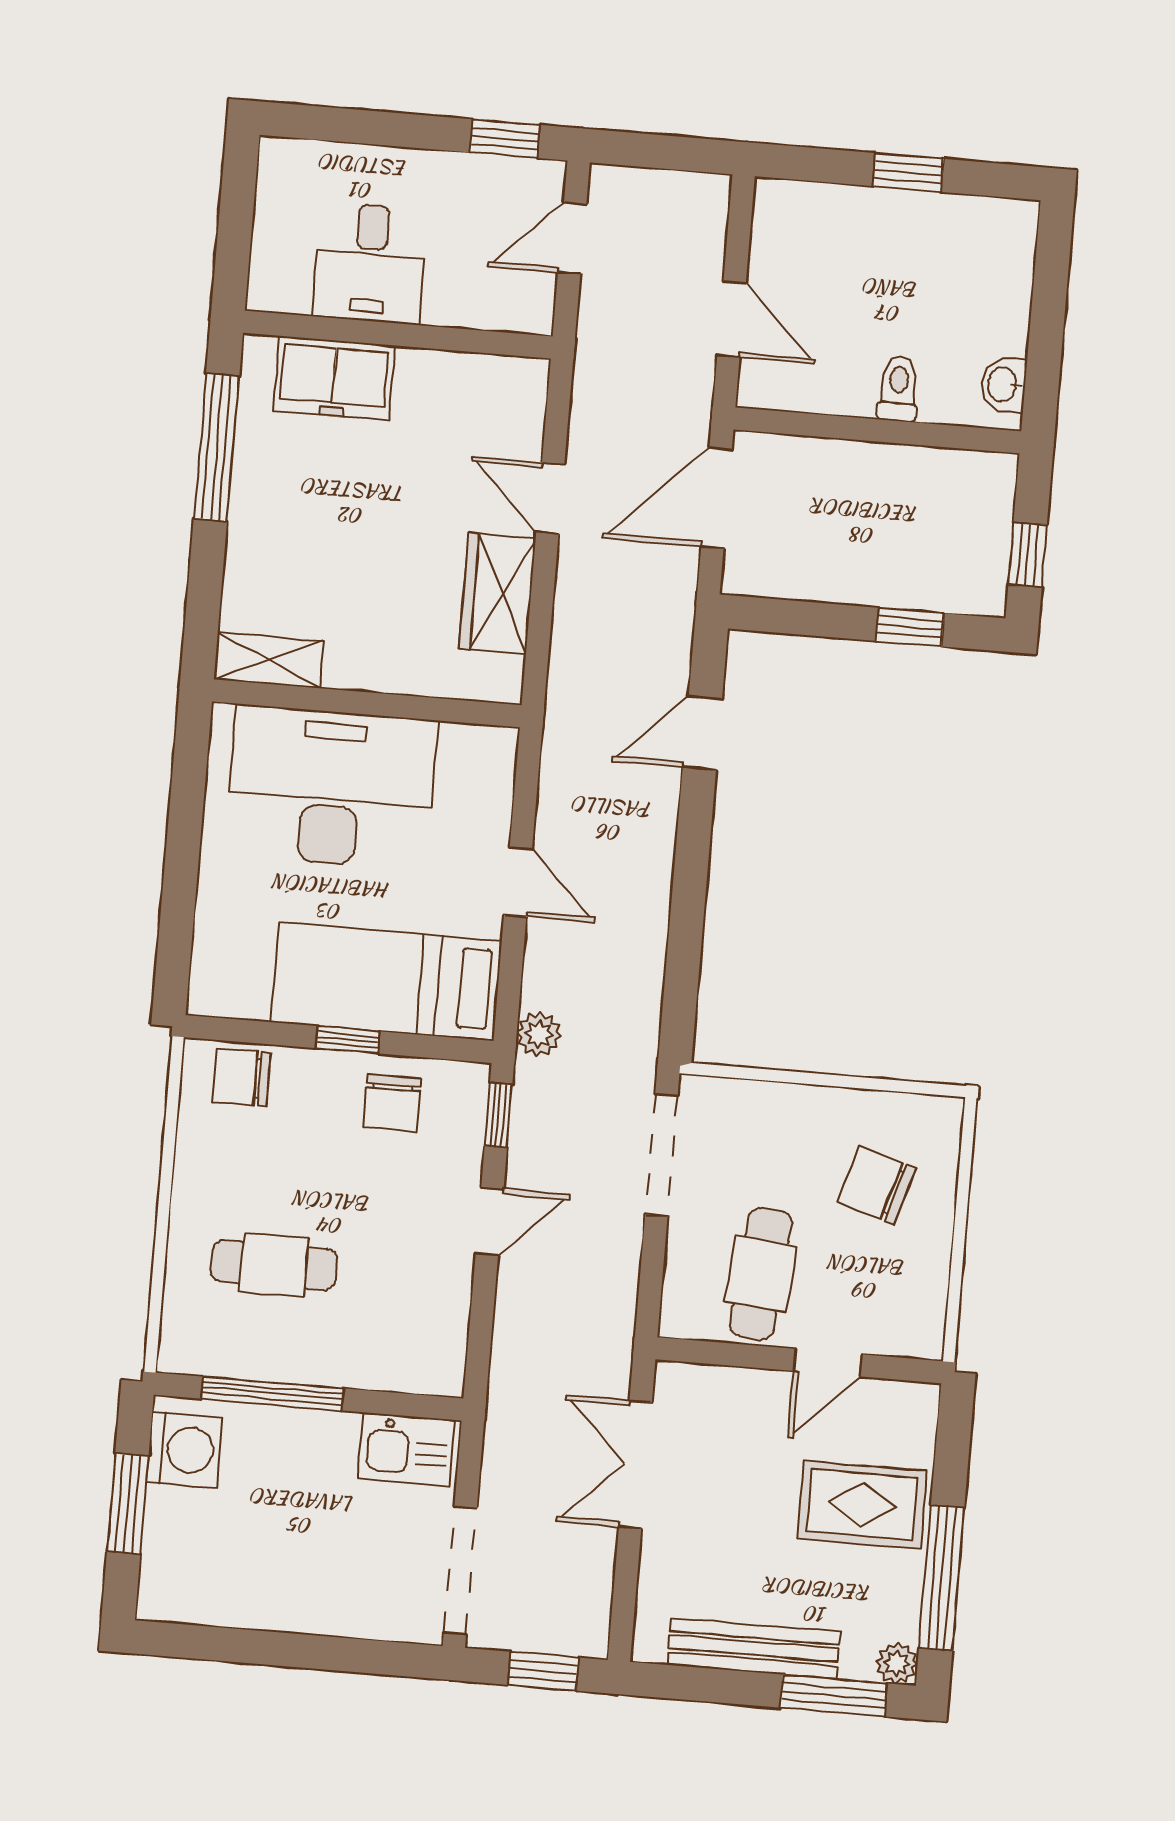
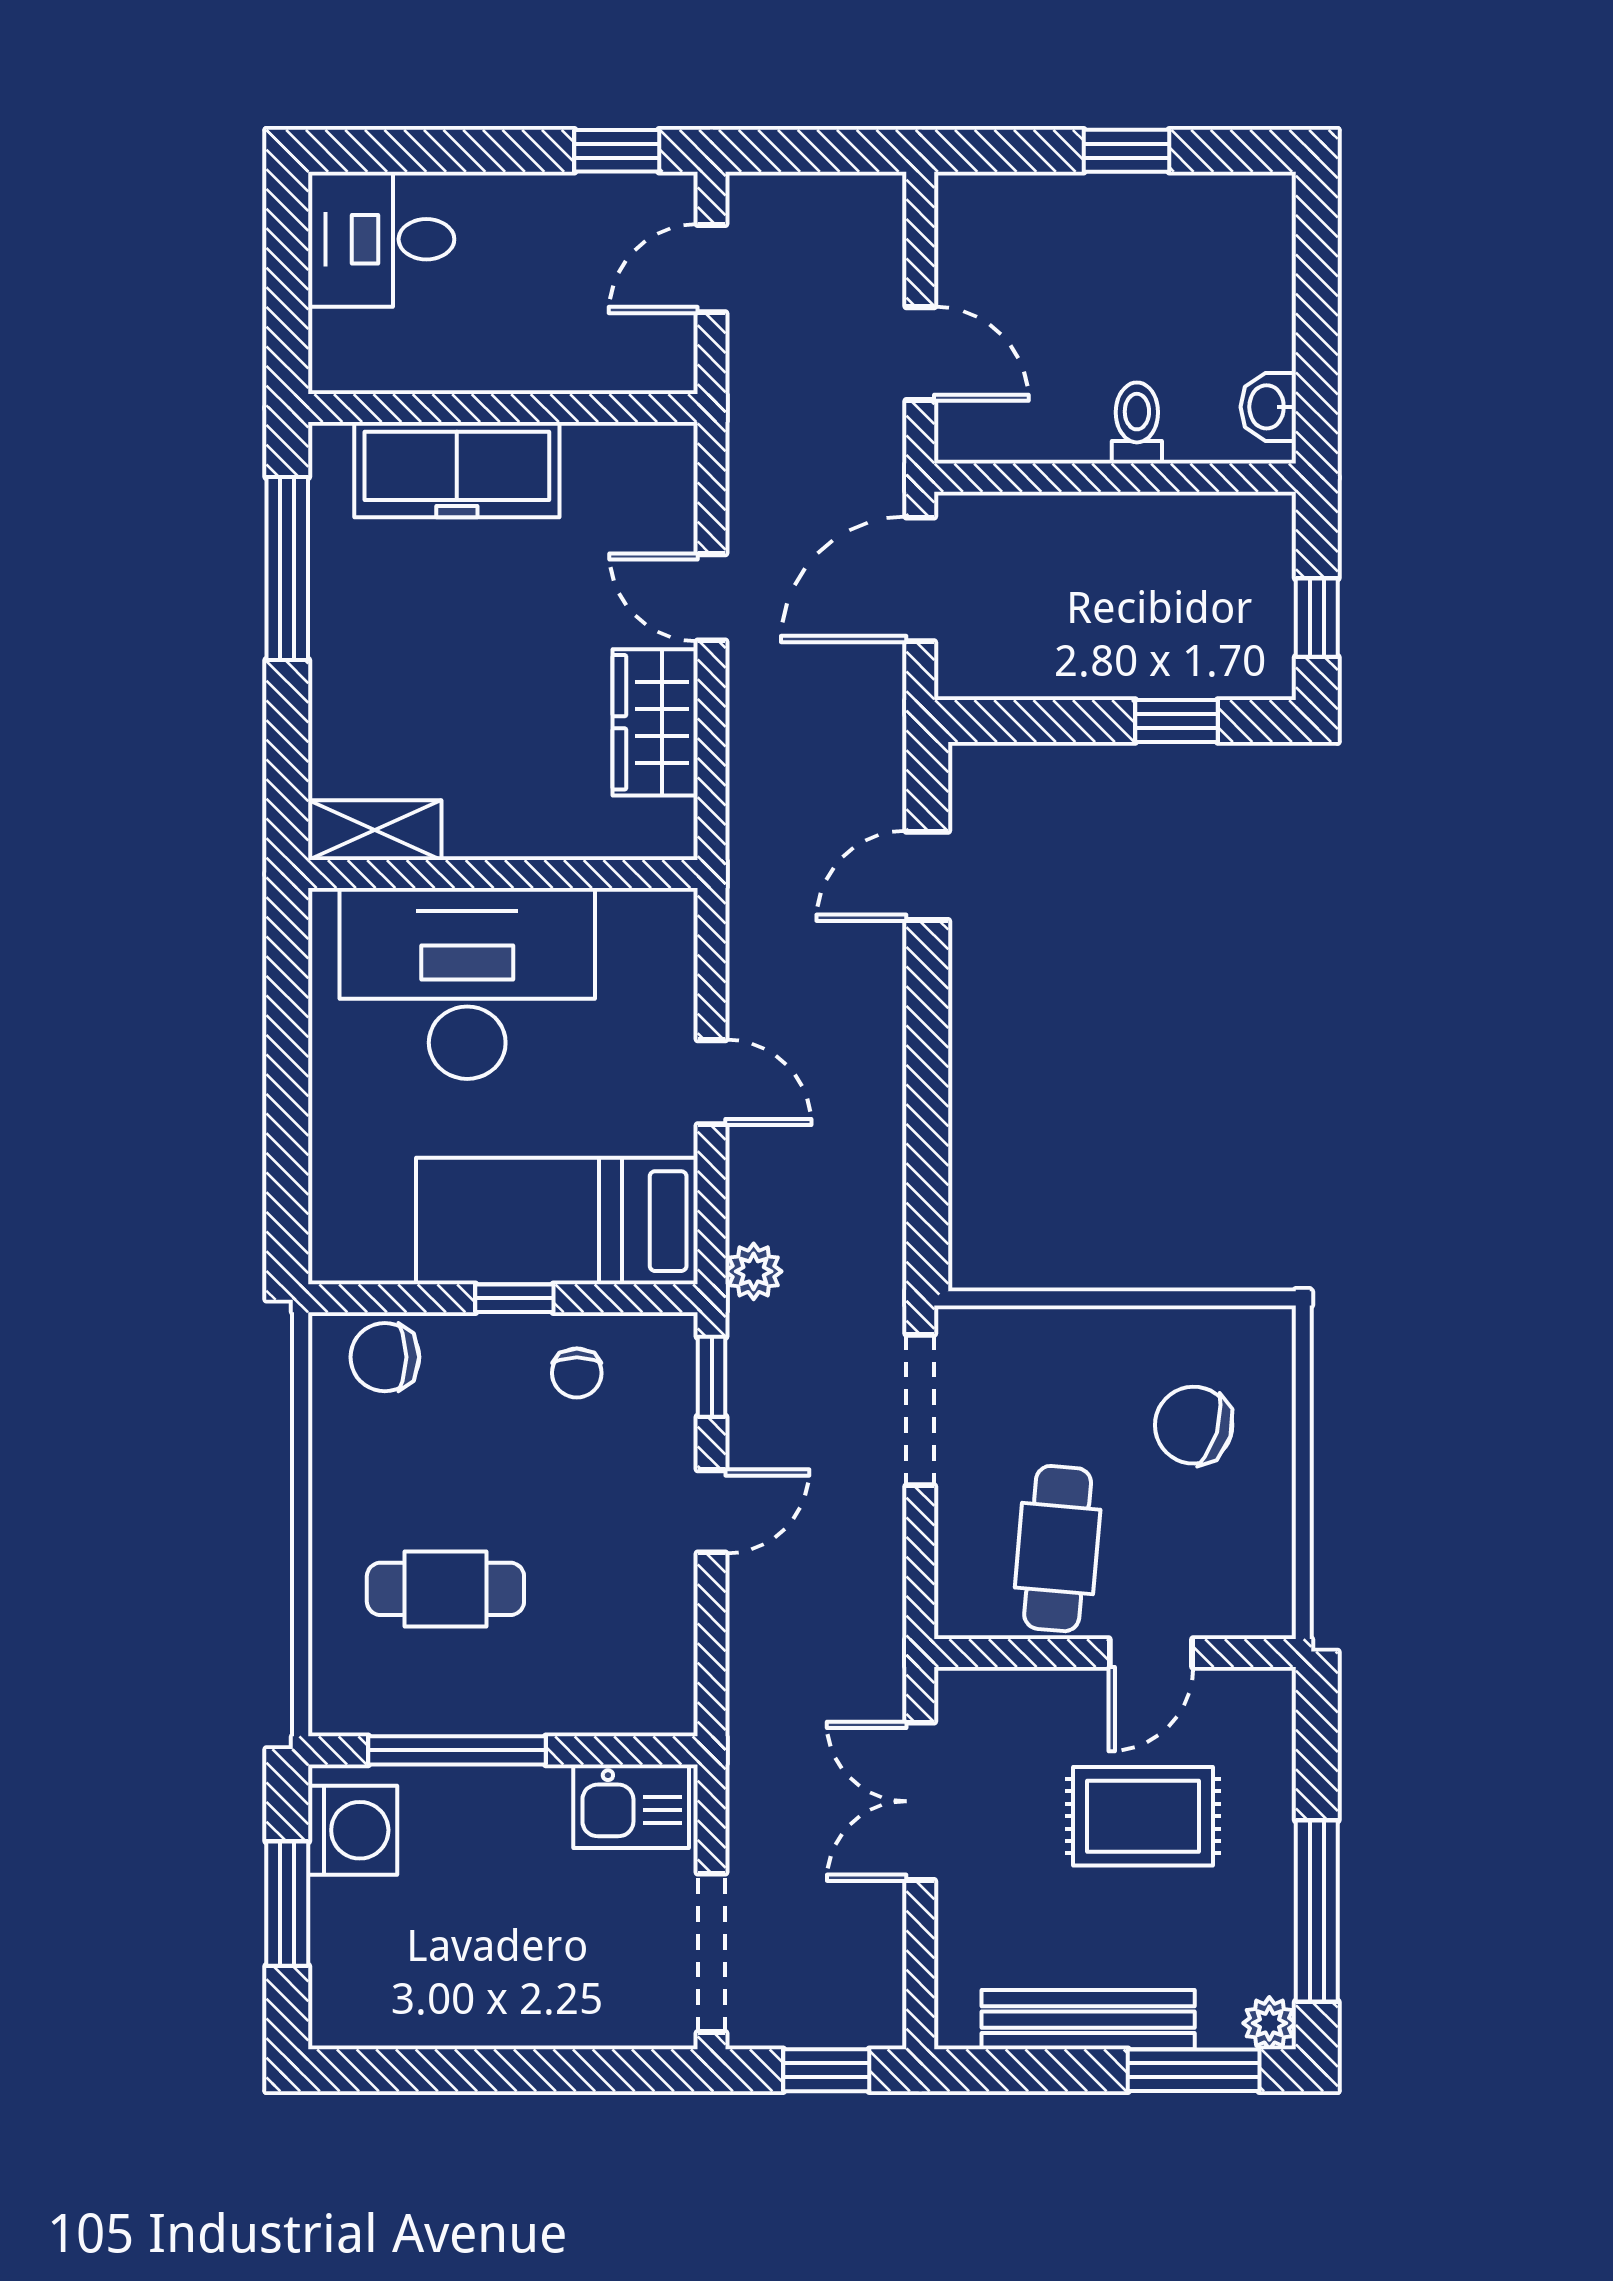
desk: (370, 263) -> (381, 239), moved, turned 90
freezer: (334, 378) -> (457, 470), width x1.40
chair: (392, 1103) -> (577, 1373), width x0.73, depth x0.73
rug: (862, 1505) -> (1143, 1816), moved

